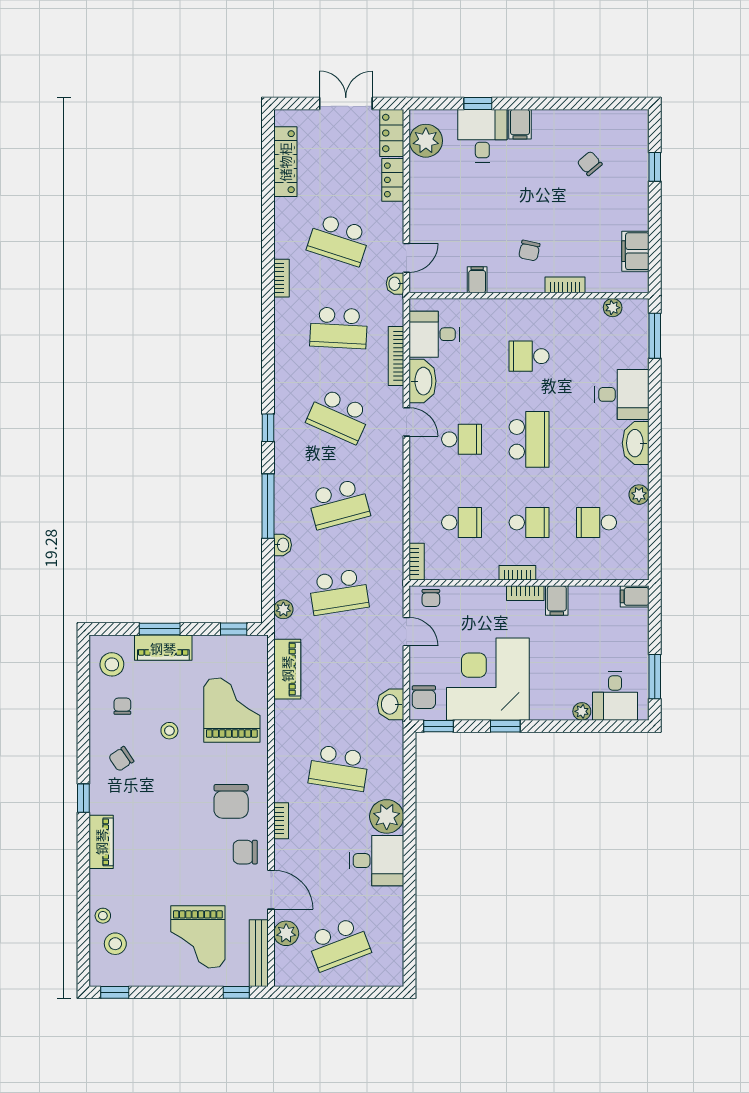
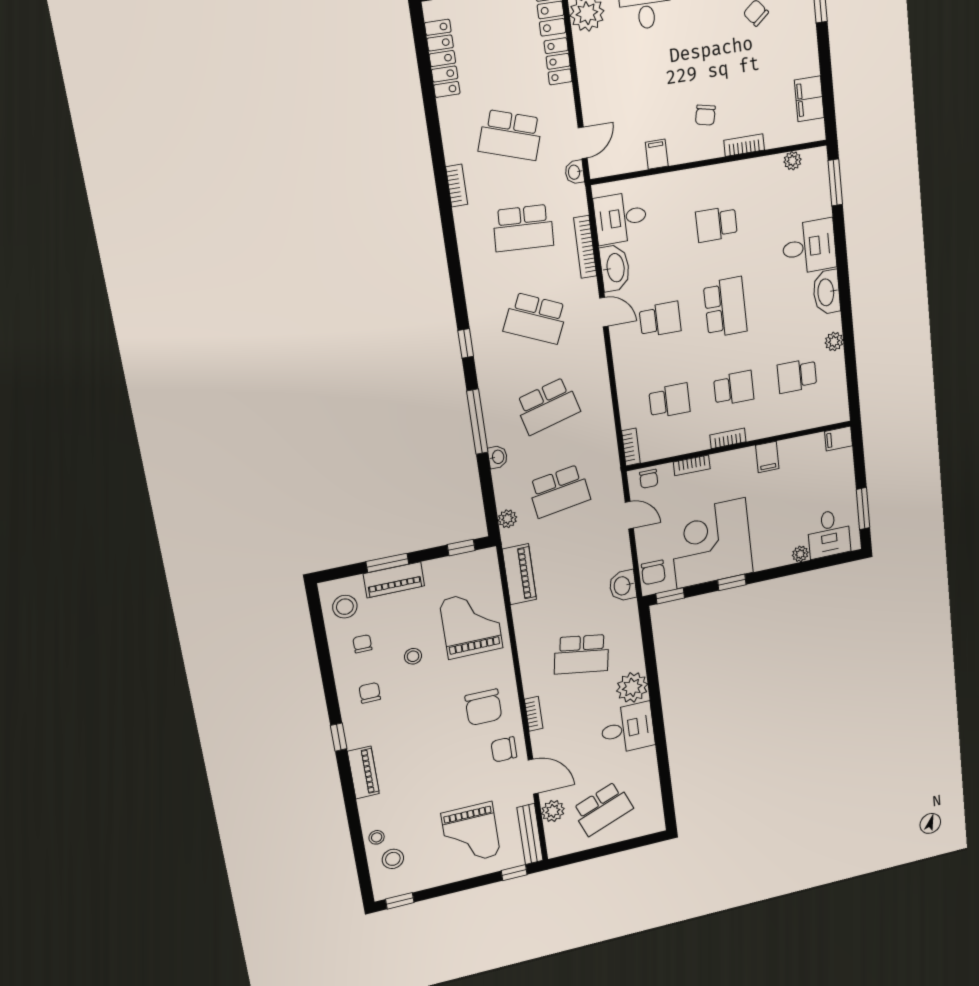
bookcase: (525, 593) -> (692, 465), moved
chair: (121, 759) -> (370, 693), turned 124

